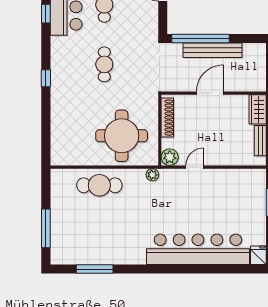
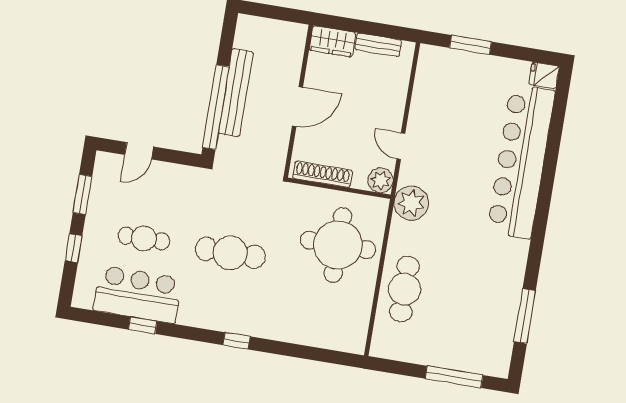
cafe table: (104, 64) -> (230, 253), width x1.37, depth x1.35
door: (210, 93) -> (297, 106), swing flipped
plant: (152, 175) -> (411, 203), width x1.88, depth x1.88

